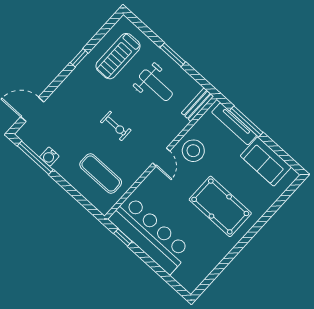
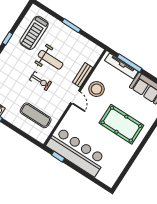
weight bench: (156, 85) -> (51, 60), moved
bench: (197, 105) -> (83, 75), moved

